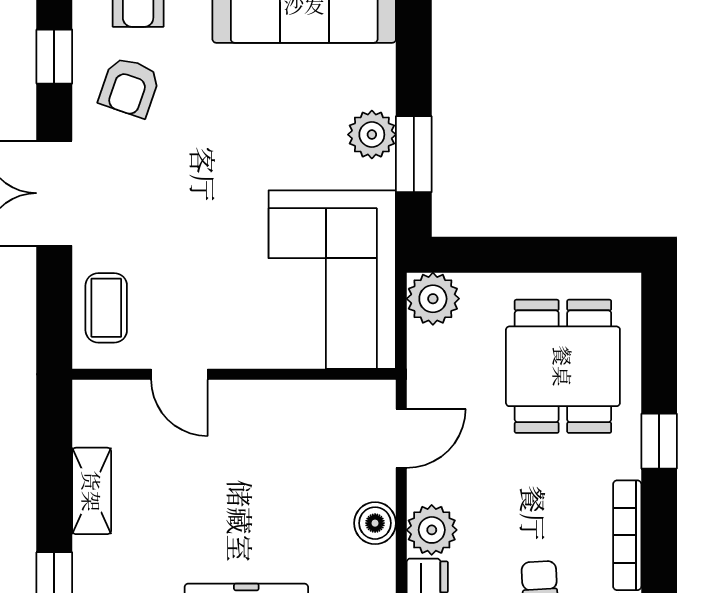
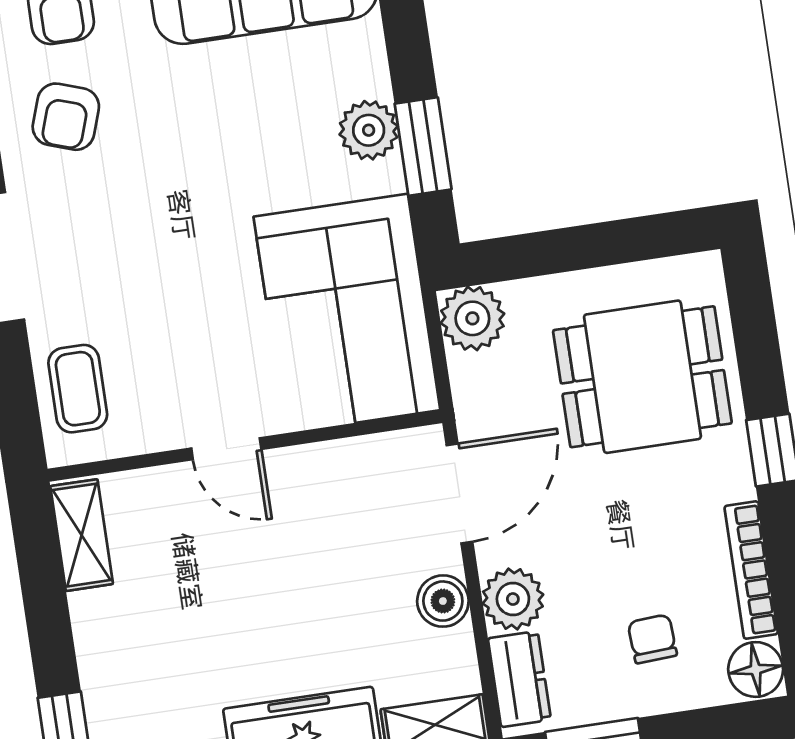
dining table: (563, 366) -> (642, 377), turned 90
door: (179, 374) -> (226, 449), moved
door: (401, 438) -> (459, 494), width x1.38
shelving: (92, 491) -> (82, 535), moved

